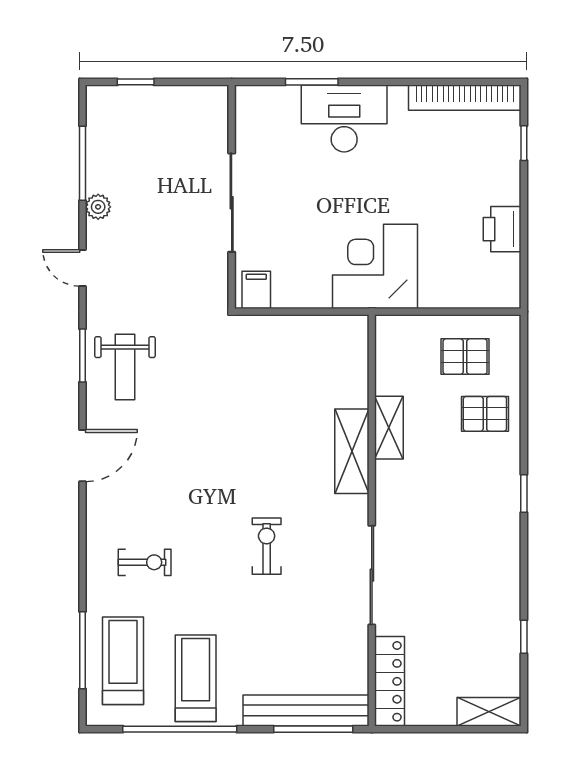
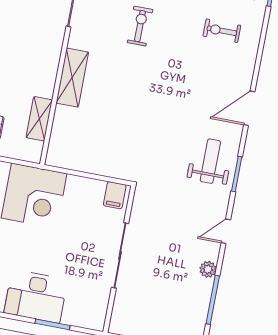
door: (82, 268) -> (226, 231), swing flipped
shelving: (389, 428) -> (39, 119), moved
exercise bike: (267, 546) -> (140, 26), turned 180

